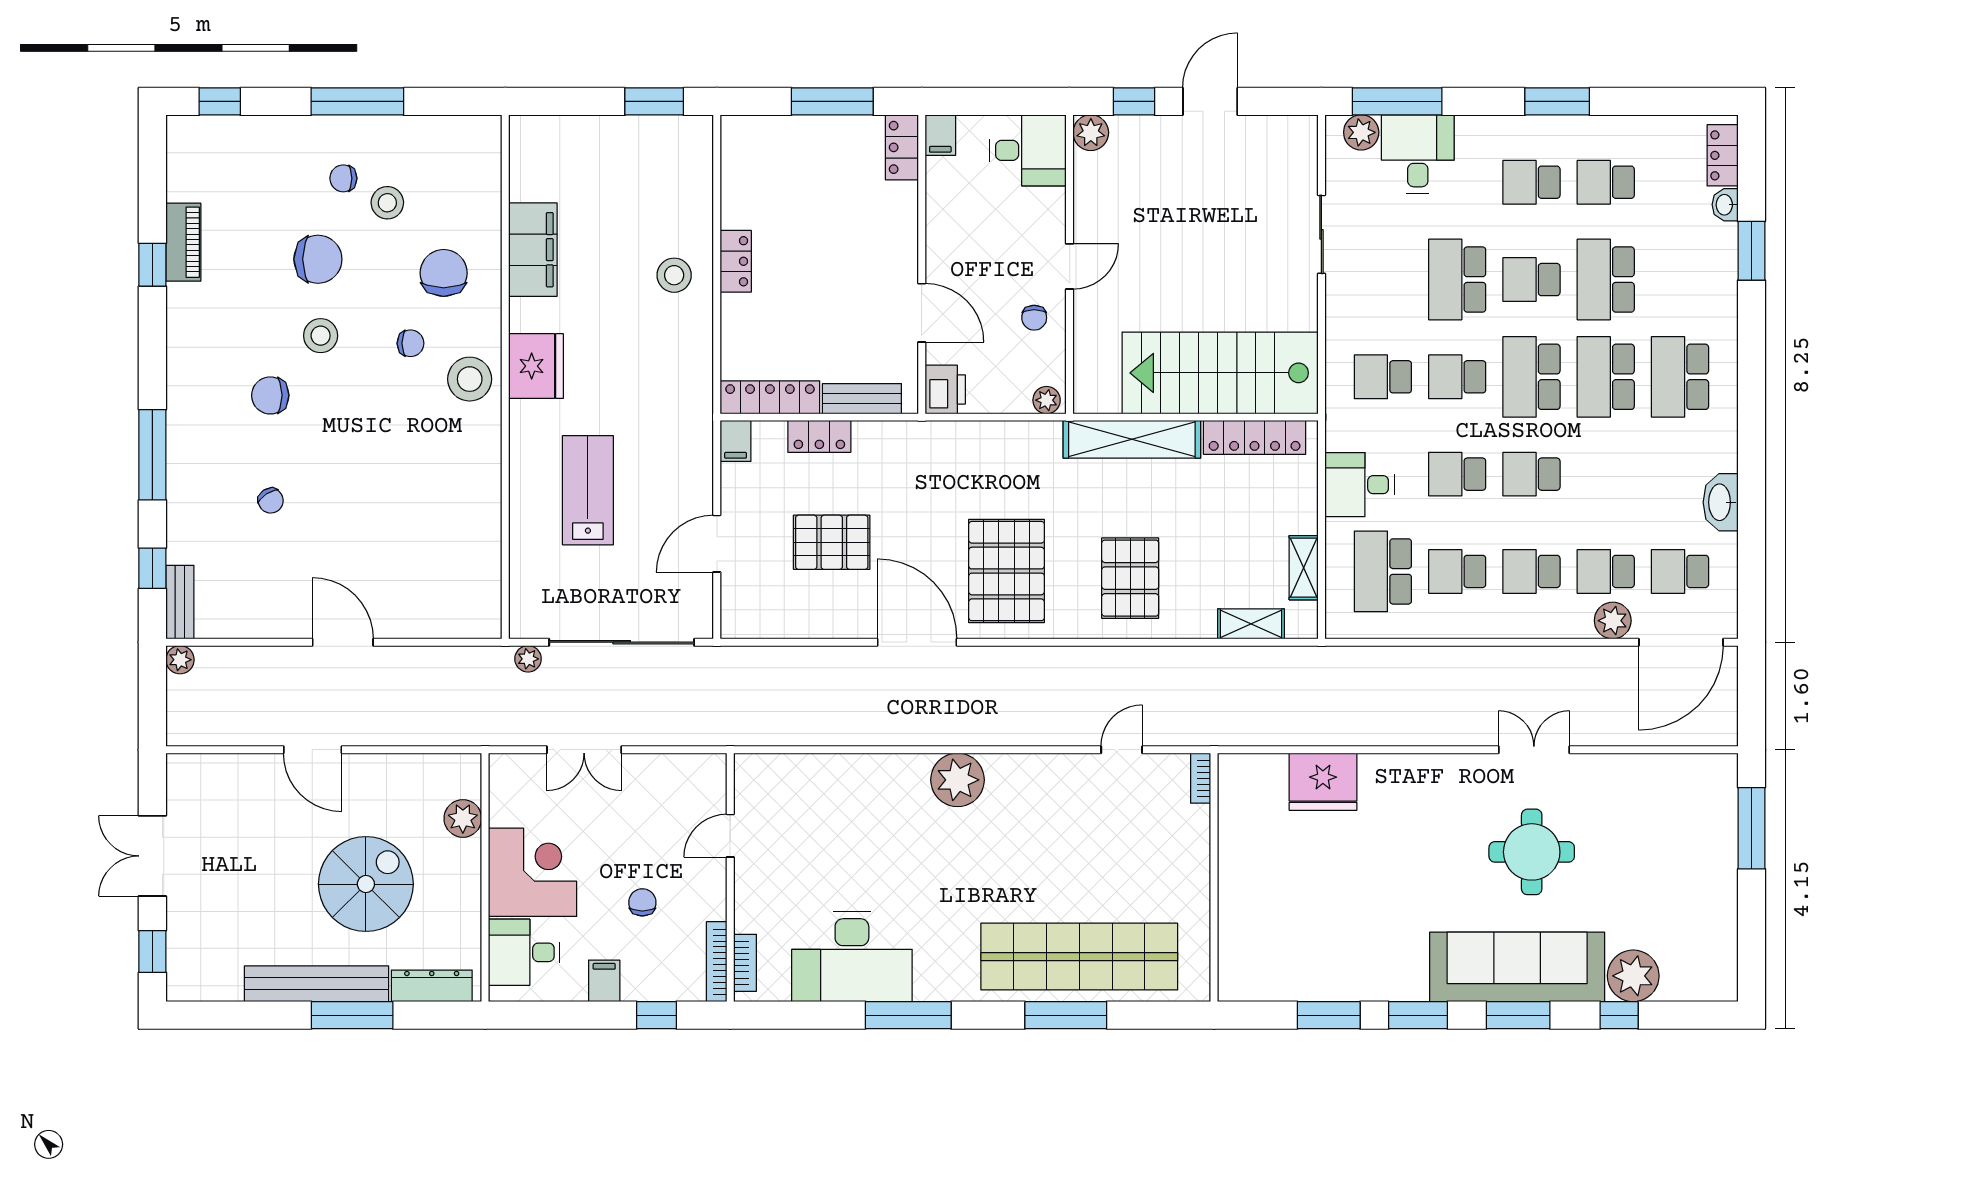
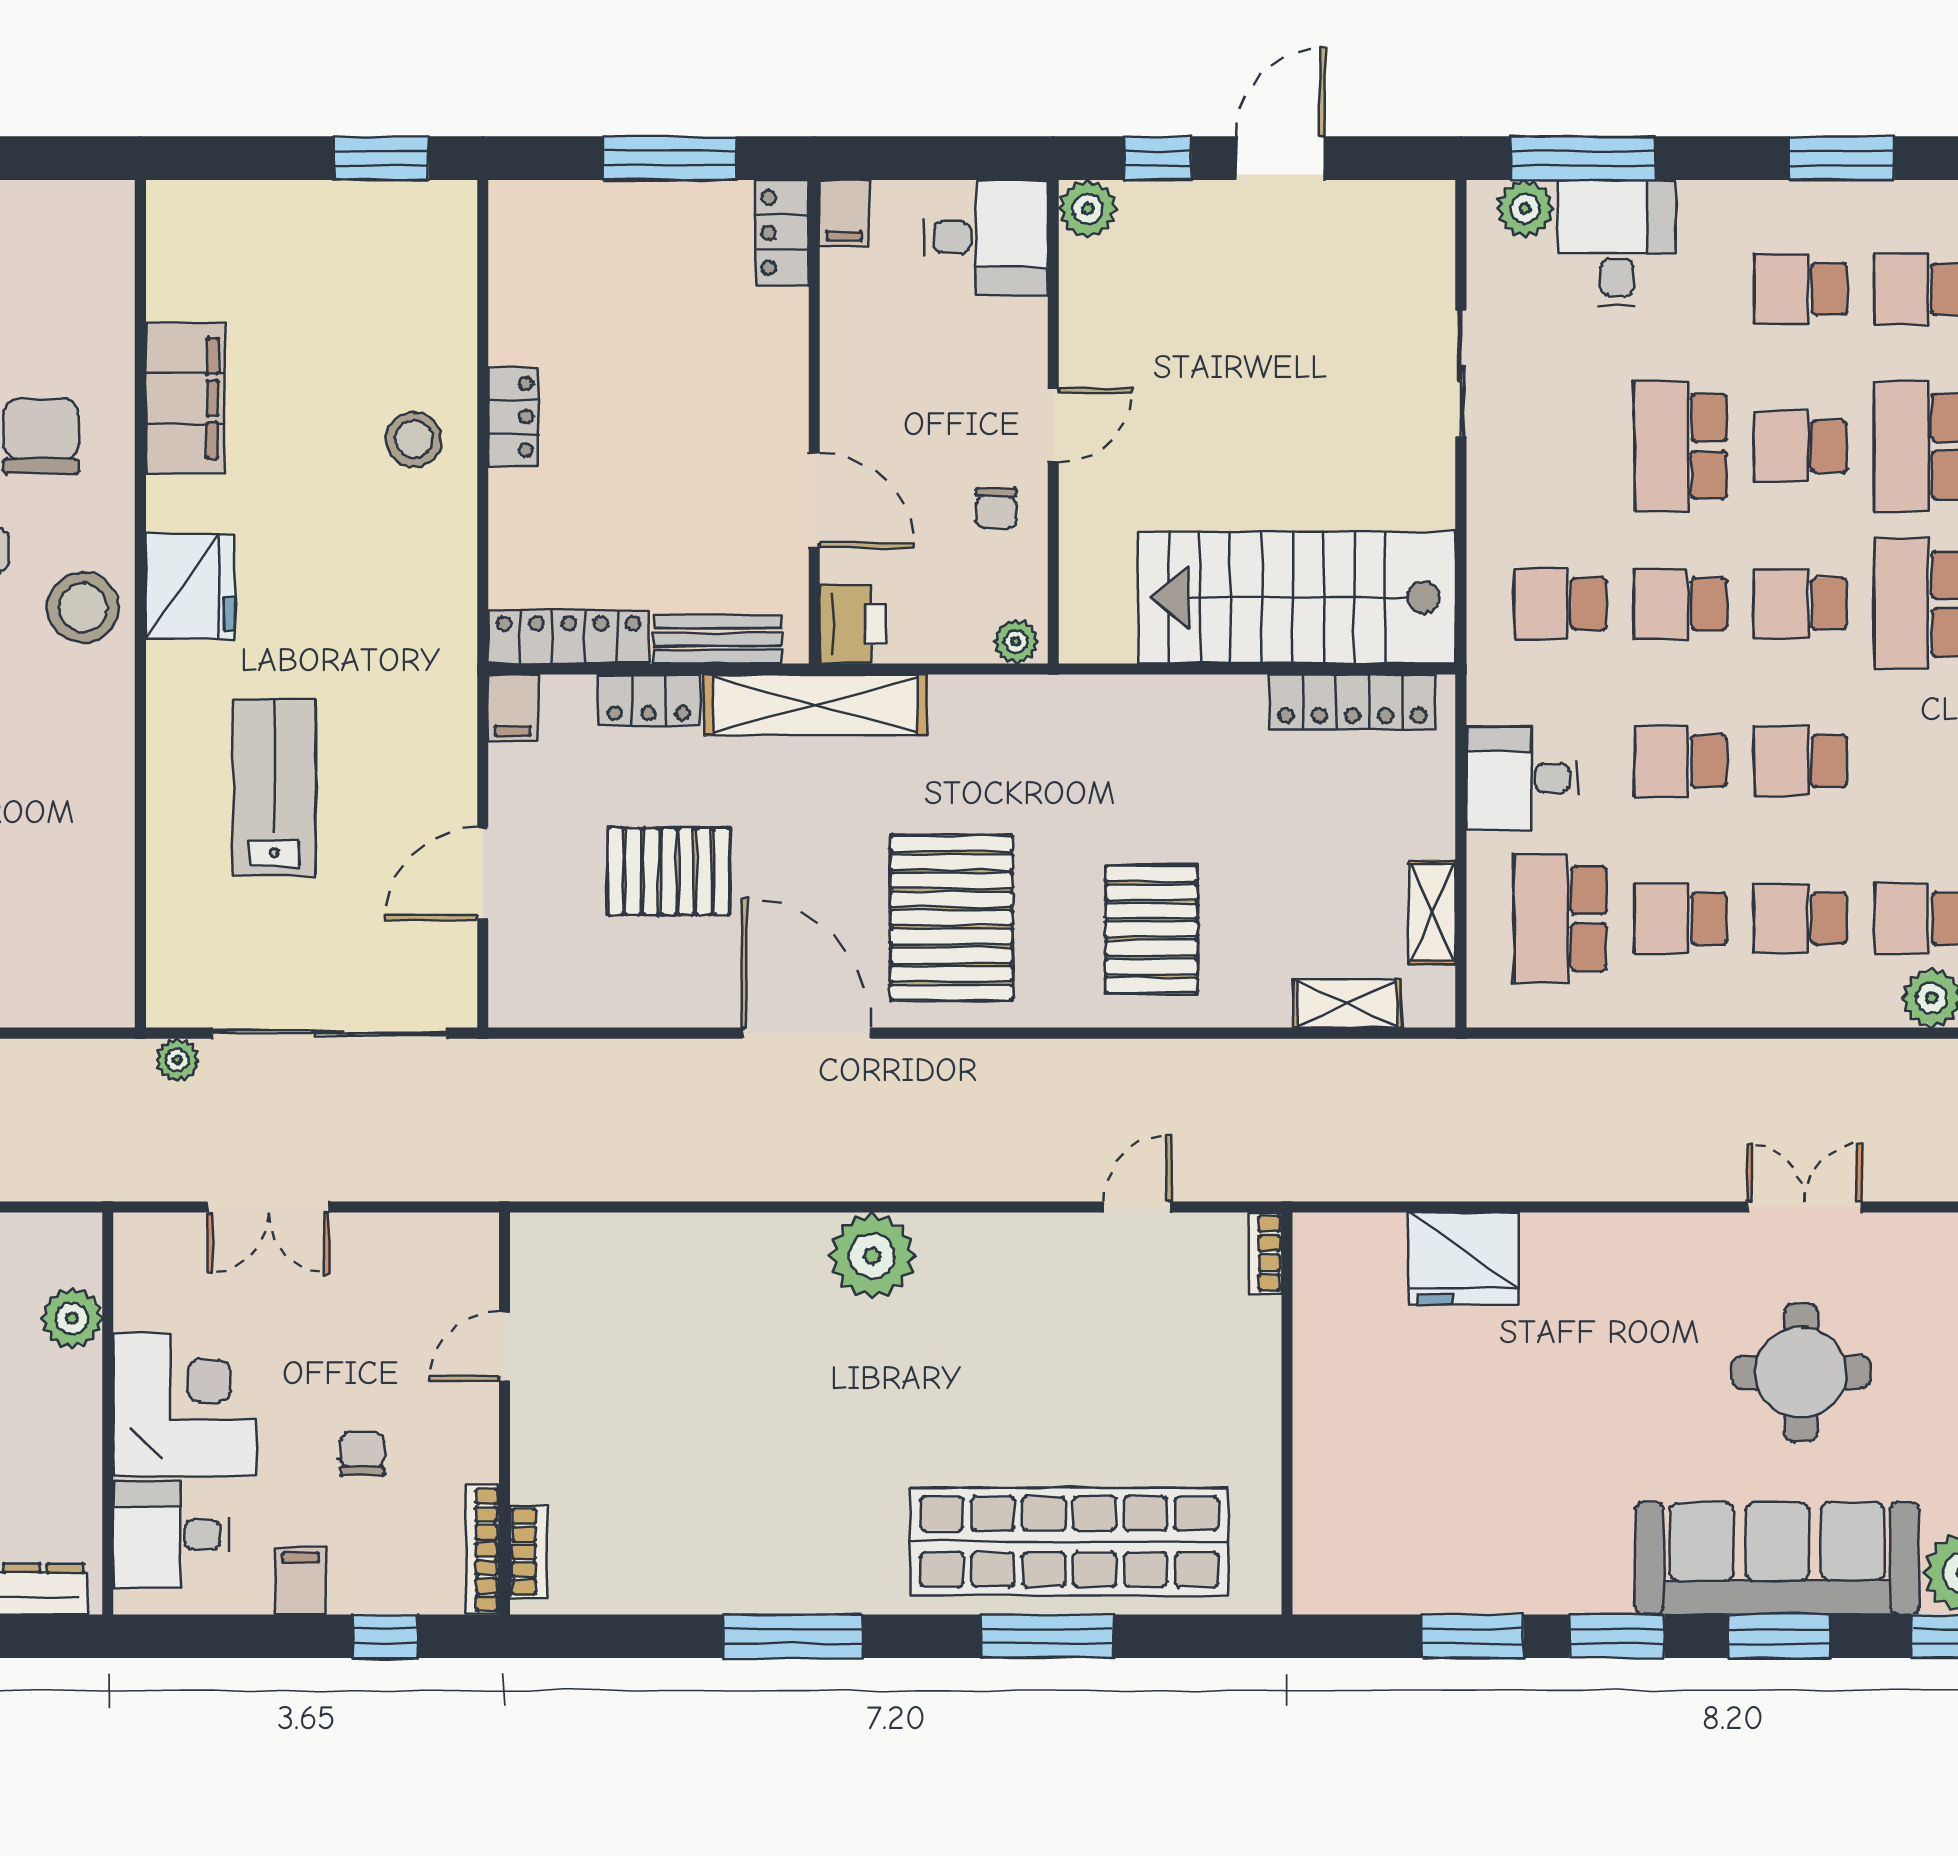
school desk: (1531, 377) -> (1800, 604), width x0.54
shelving: (1132, 439) -> (815, 705), moved
desk: (852, 957) -> (701, 1542), removed

